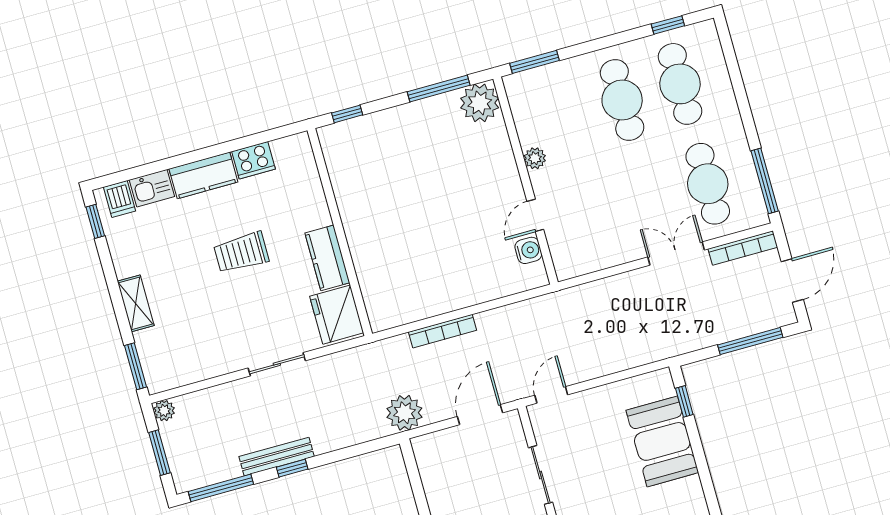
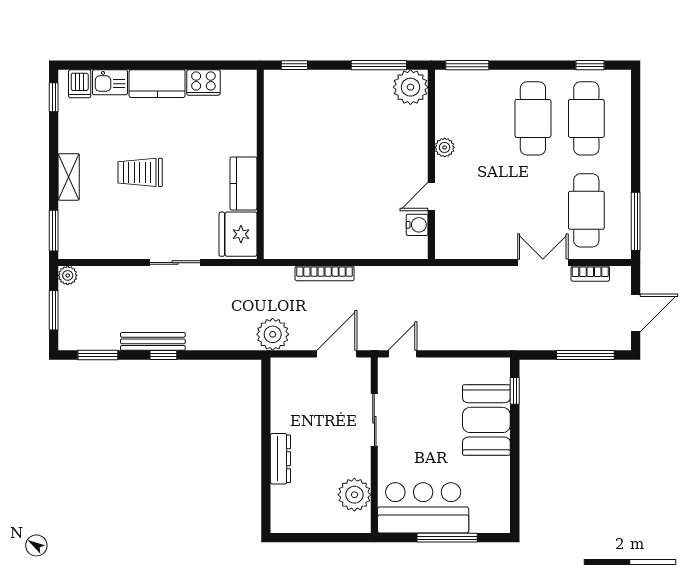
bookcase: (743, 248) -> (590, 274), width x0.64
trolley: (241, 253) -> (140, 172), moved
window: (221, 488) -> (98, 355), width x0.69

